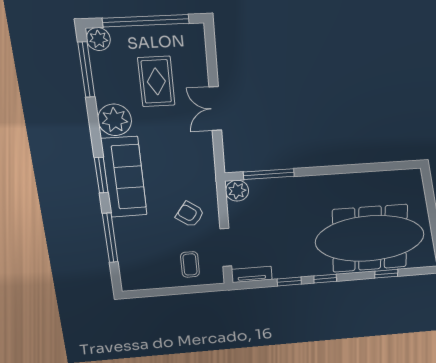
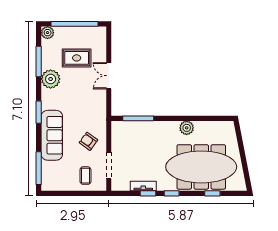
window: (86, 70) -> (39, 61), moved
rug: (156, 82) -> (77, 58), turned 90
sofa: (124, 177) -> (52, 135), moved
plant: (237, 191) -> (187, 128), moved
window: (110, 238) -> (39, 168), moved
tv unit: (252, 274) -> (143, 186), moved

